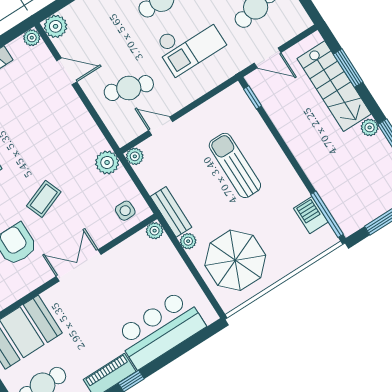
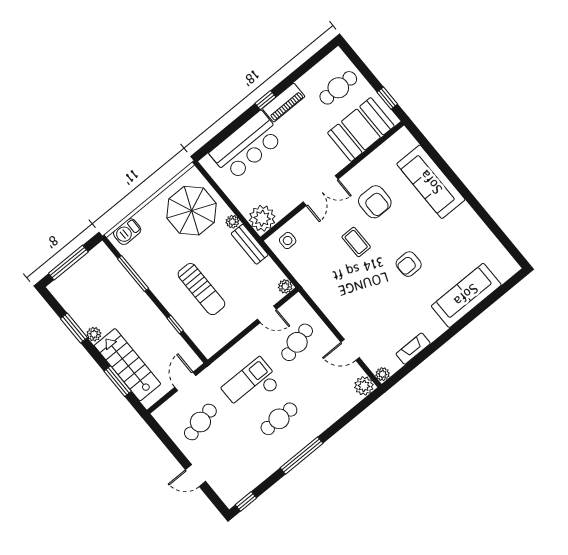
door: (268, 58) -> (185, 381), hinge flipped
cafe table: (129, 88) -> (297, 342), turned -33
window: (253, 97) -> (175, 324), moved
plant: (107, 163) -> (308, 279), removed
coffee table: (44, 199) -> (356, 242), turned -69
window: (327, 214) -> (133, 273), moved
barbecue: (311, 215) -> (127, 232), moved, turned 90
plant: (155, 231) -> (262, 218), width x1.88, depth x1.88

